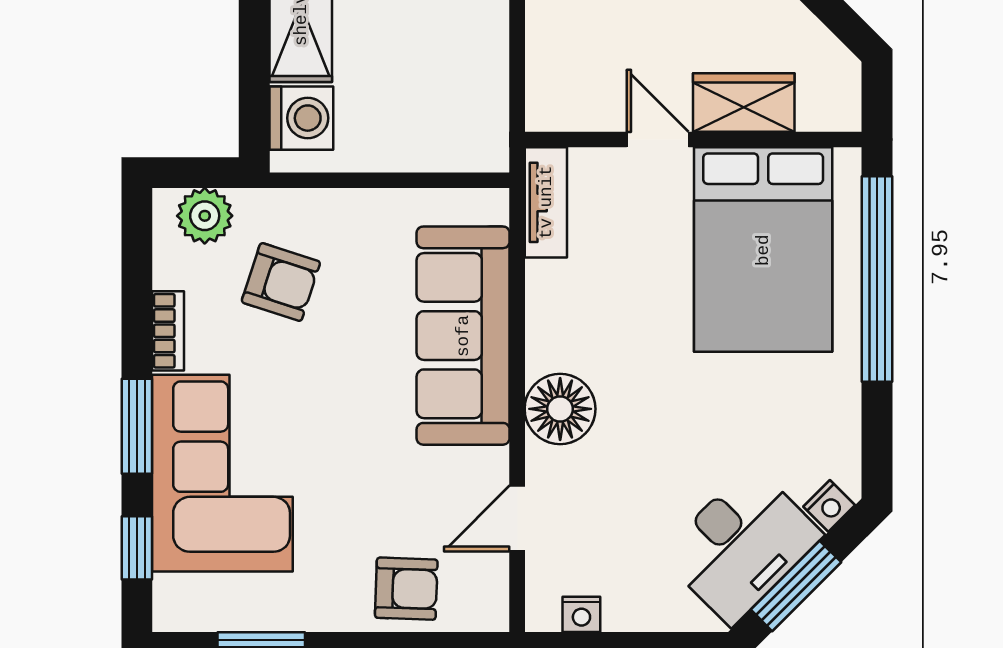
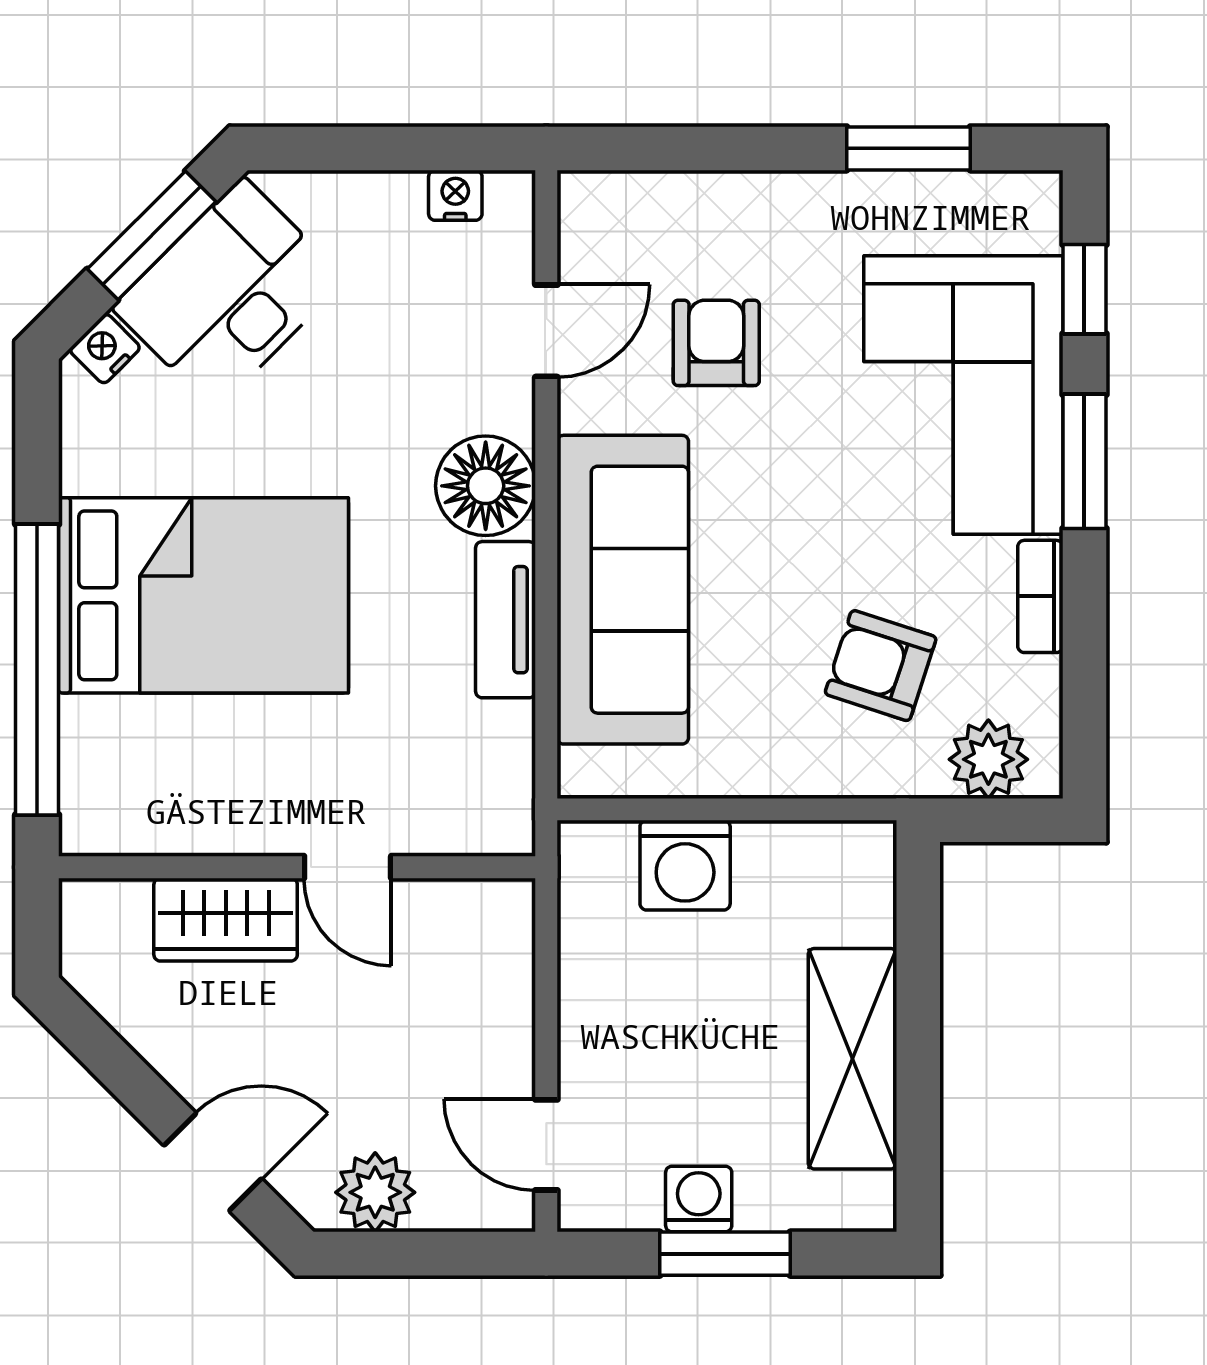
washing machine: (301, 118) -> (685, 865), moved, turned -90
tv unit: (546, 202) -> (506, 620), moved
bed: (763, 250) -> (204, 595), moved, turned 90
armchair: (406, 589) -> (716, 343), moved, turned 88

